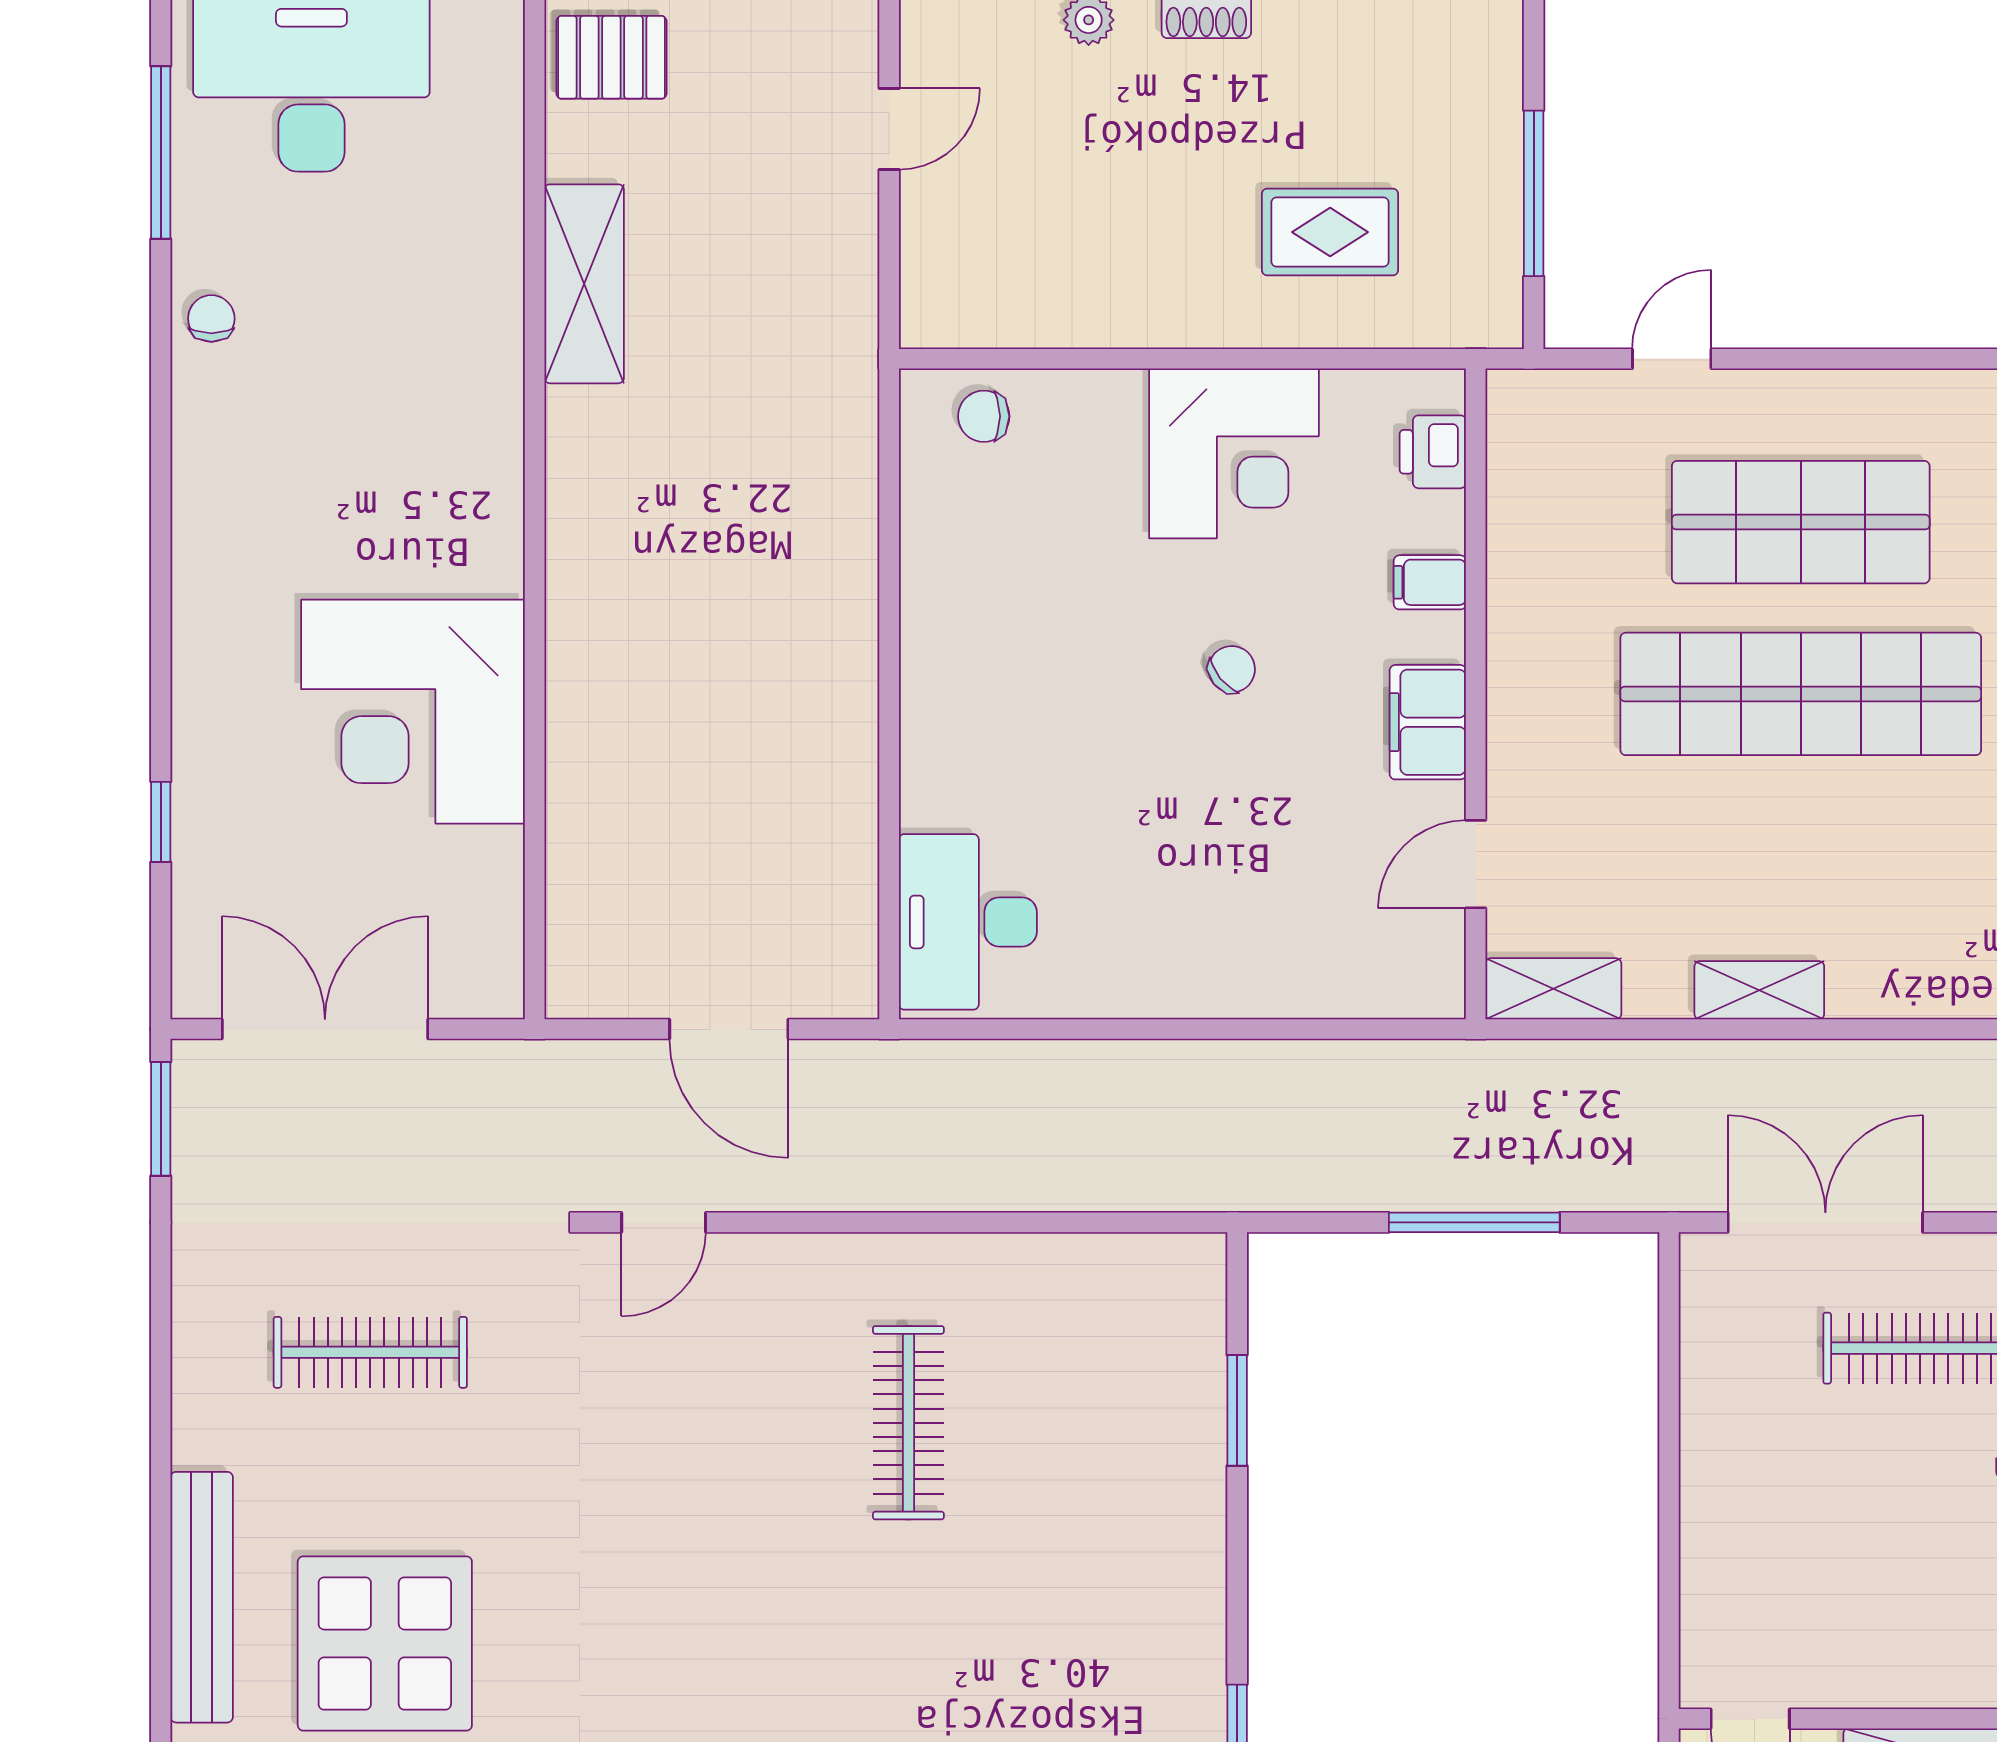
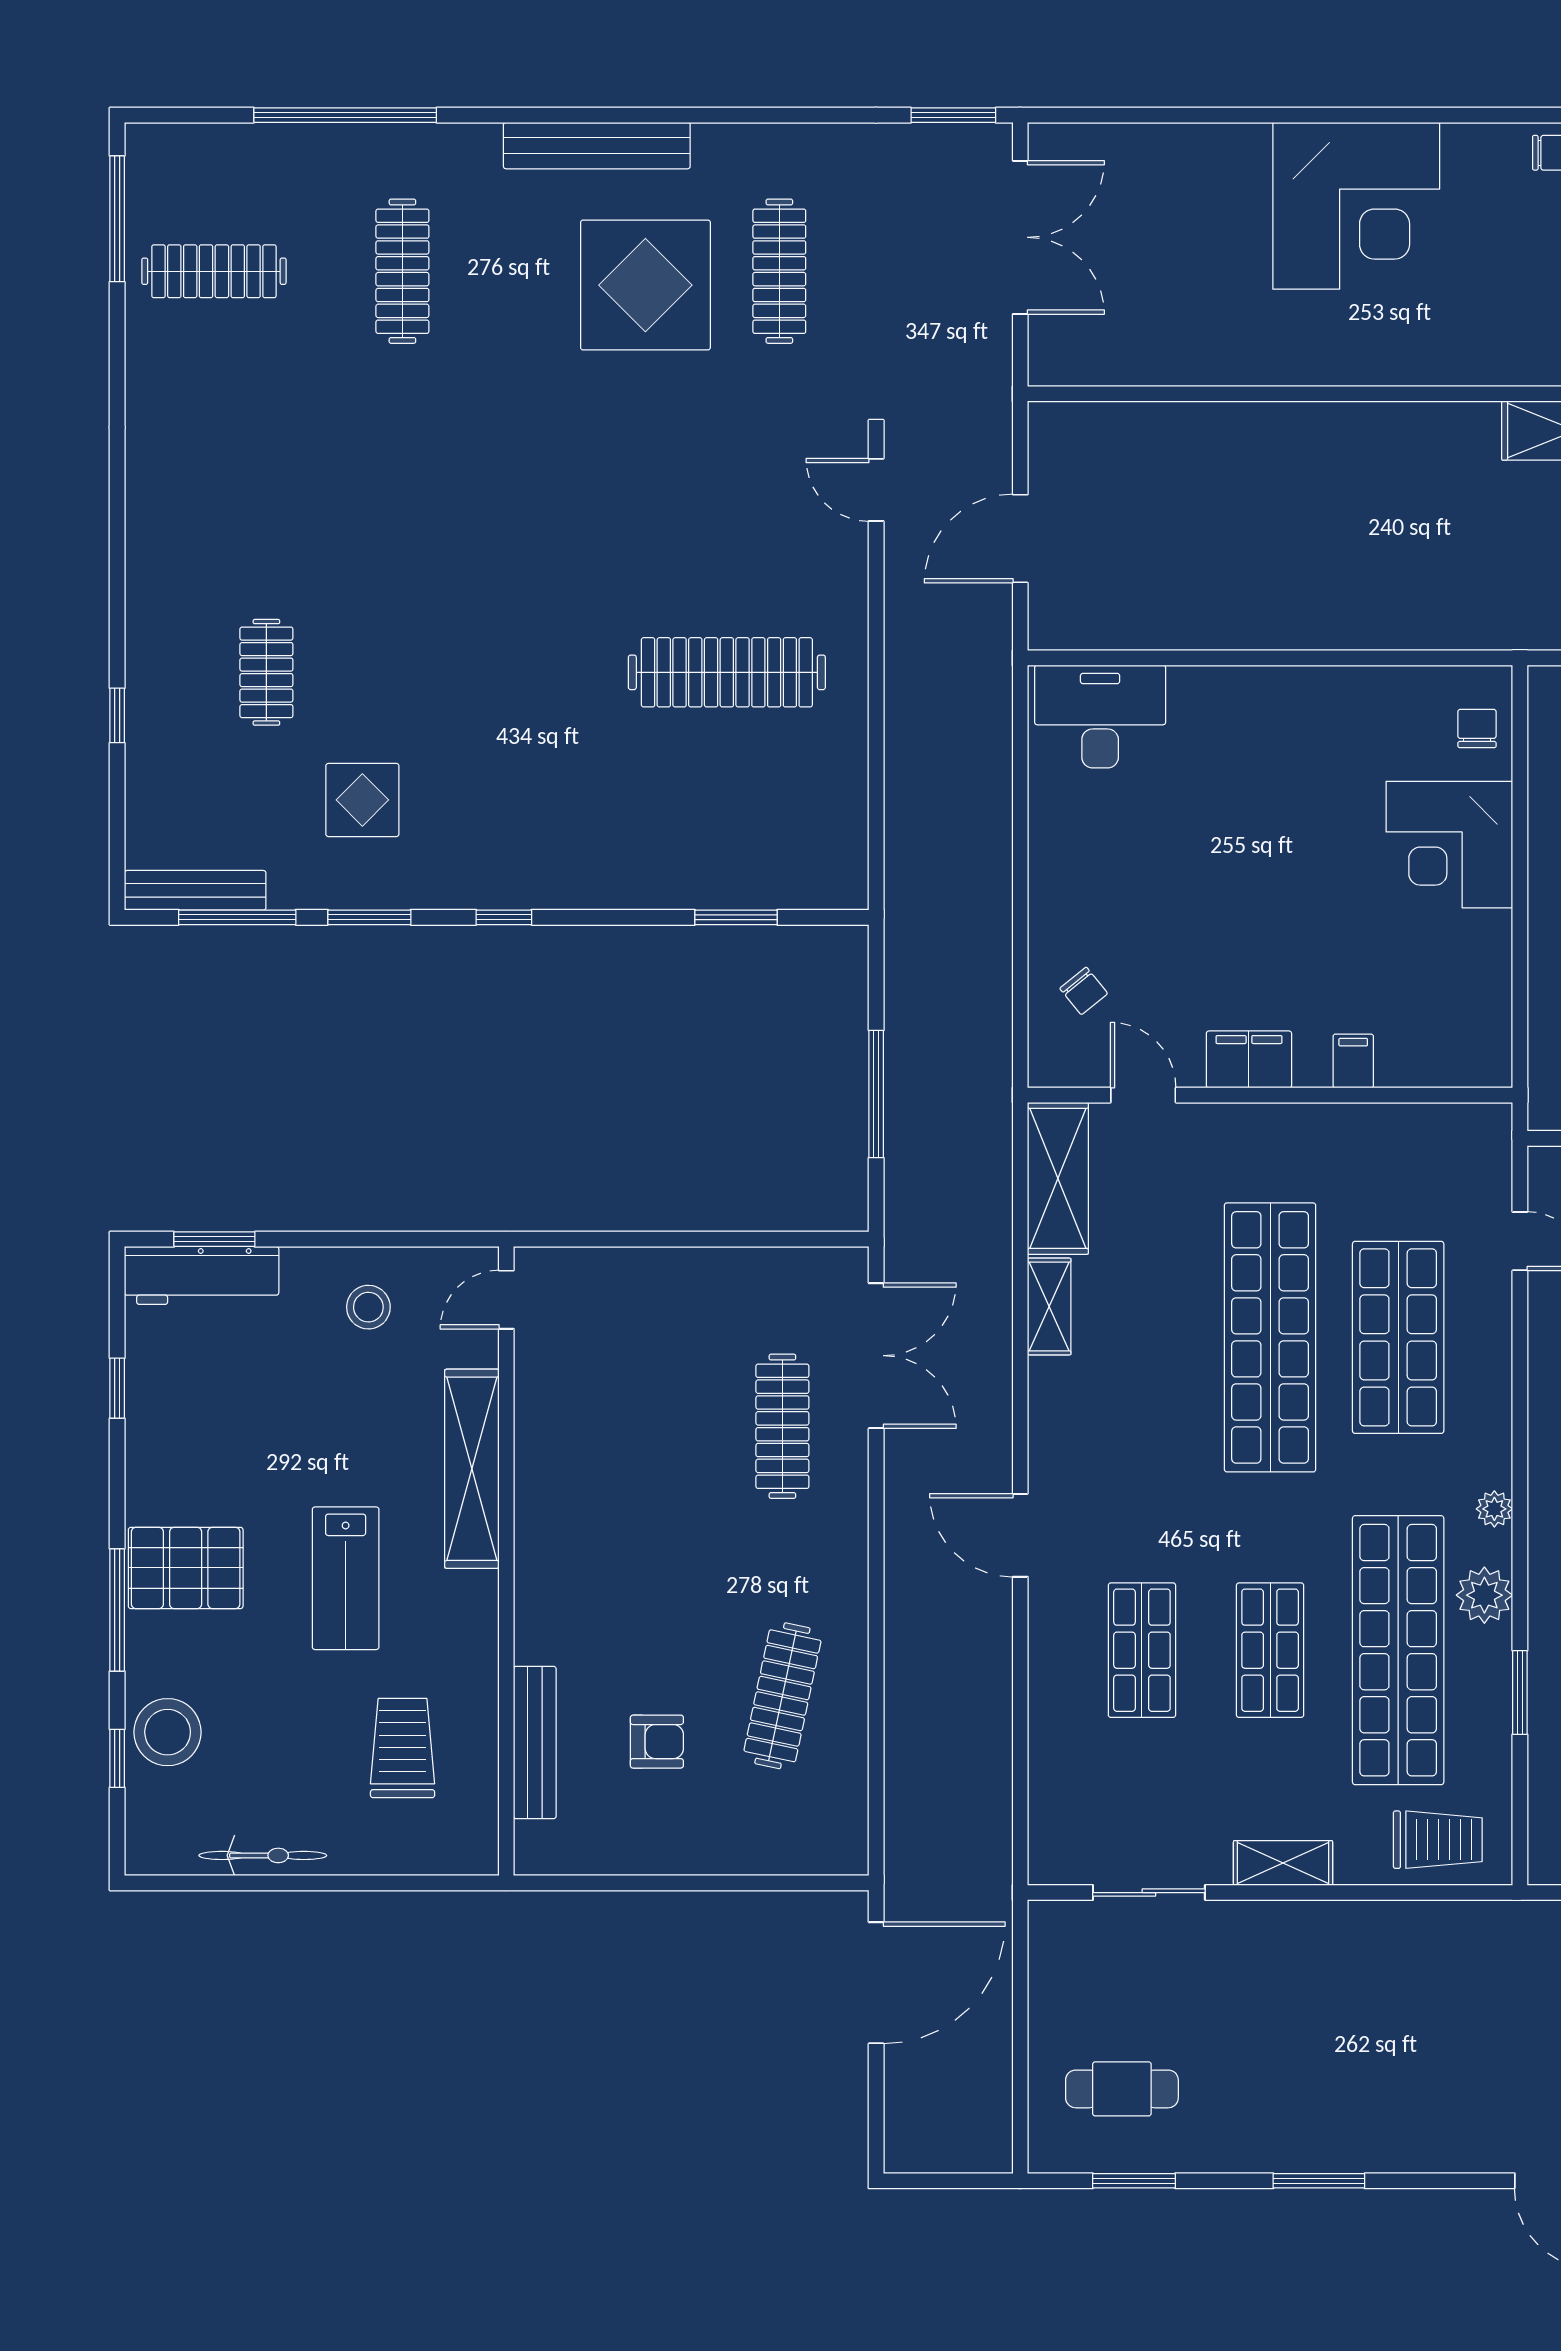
printer: (1433, 452) -> (1451, 1063), removed
corner desk: (1234, 453) -> (1449, 845), moved
chair: (1232, 669) -> (1084, 991), moved
corner desk: (413, 712) -> (1356, 206), moved, turned 180
window: (161, 822) -> (1175, 115), removed
shelving: (1553, 989) -> (1058, 1178), width x1.50, depth x1.33
clothes rail: (908, 1423) -> (727, 672), width x1.37, depth x1.31
display table: (385, 1643) -> (645, 285), moved

